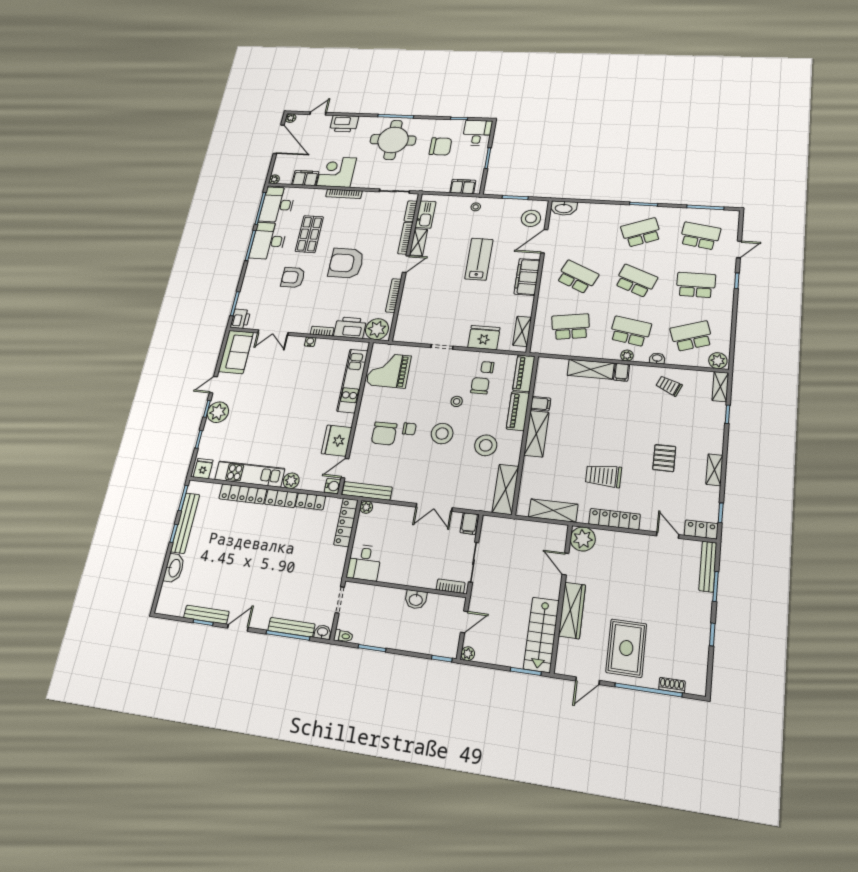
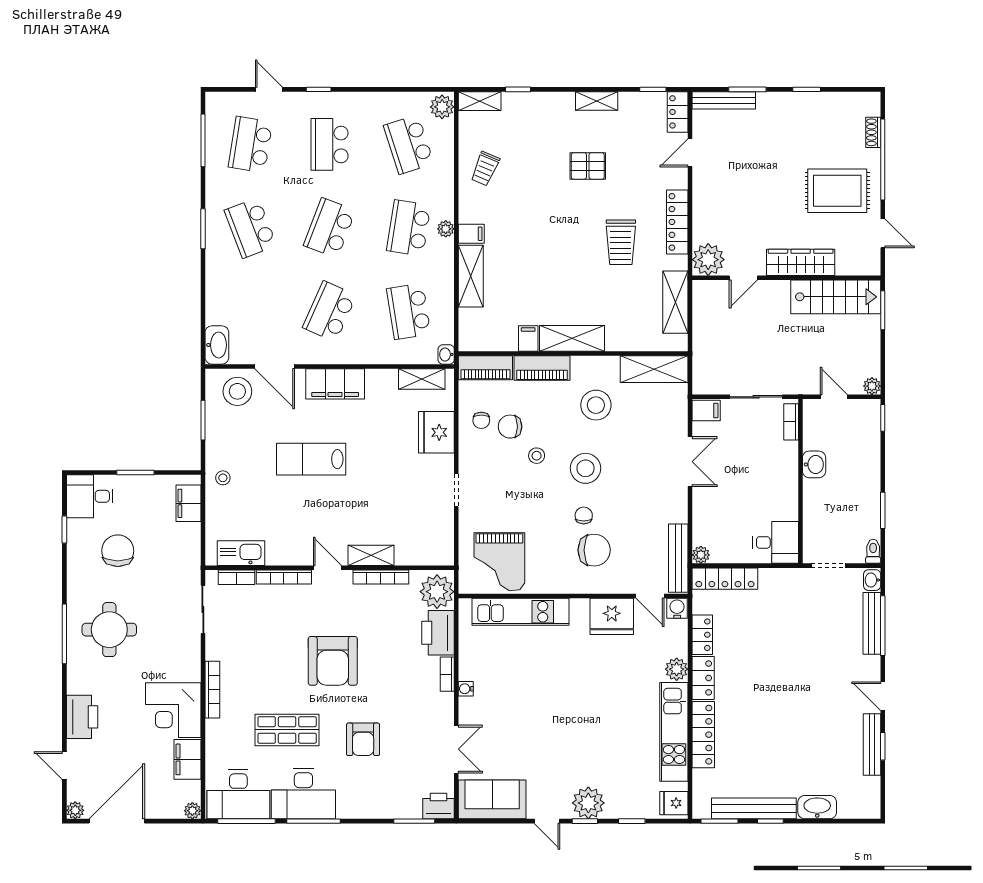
round table: (393, 140) -> (109, 630), width x0.73, depth x0.73
shelving: (419, 242) -> (371, 555), moved
washbasin: (657, 358) -> (446, 354), moved

